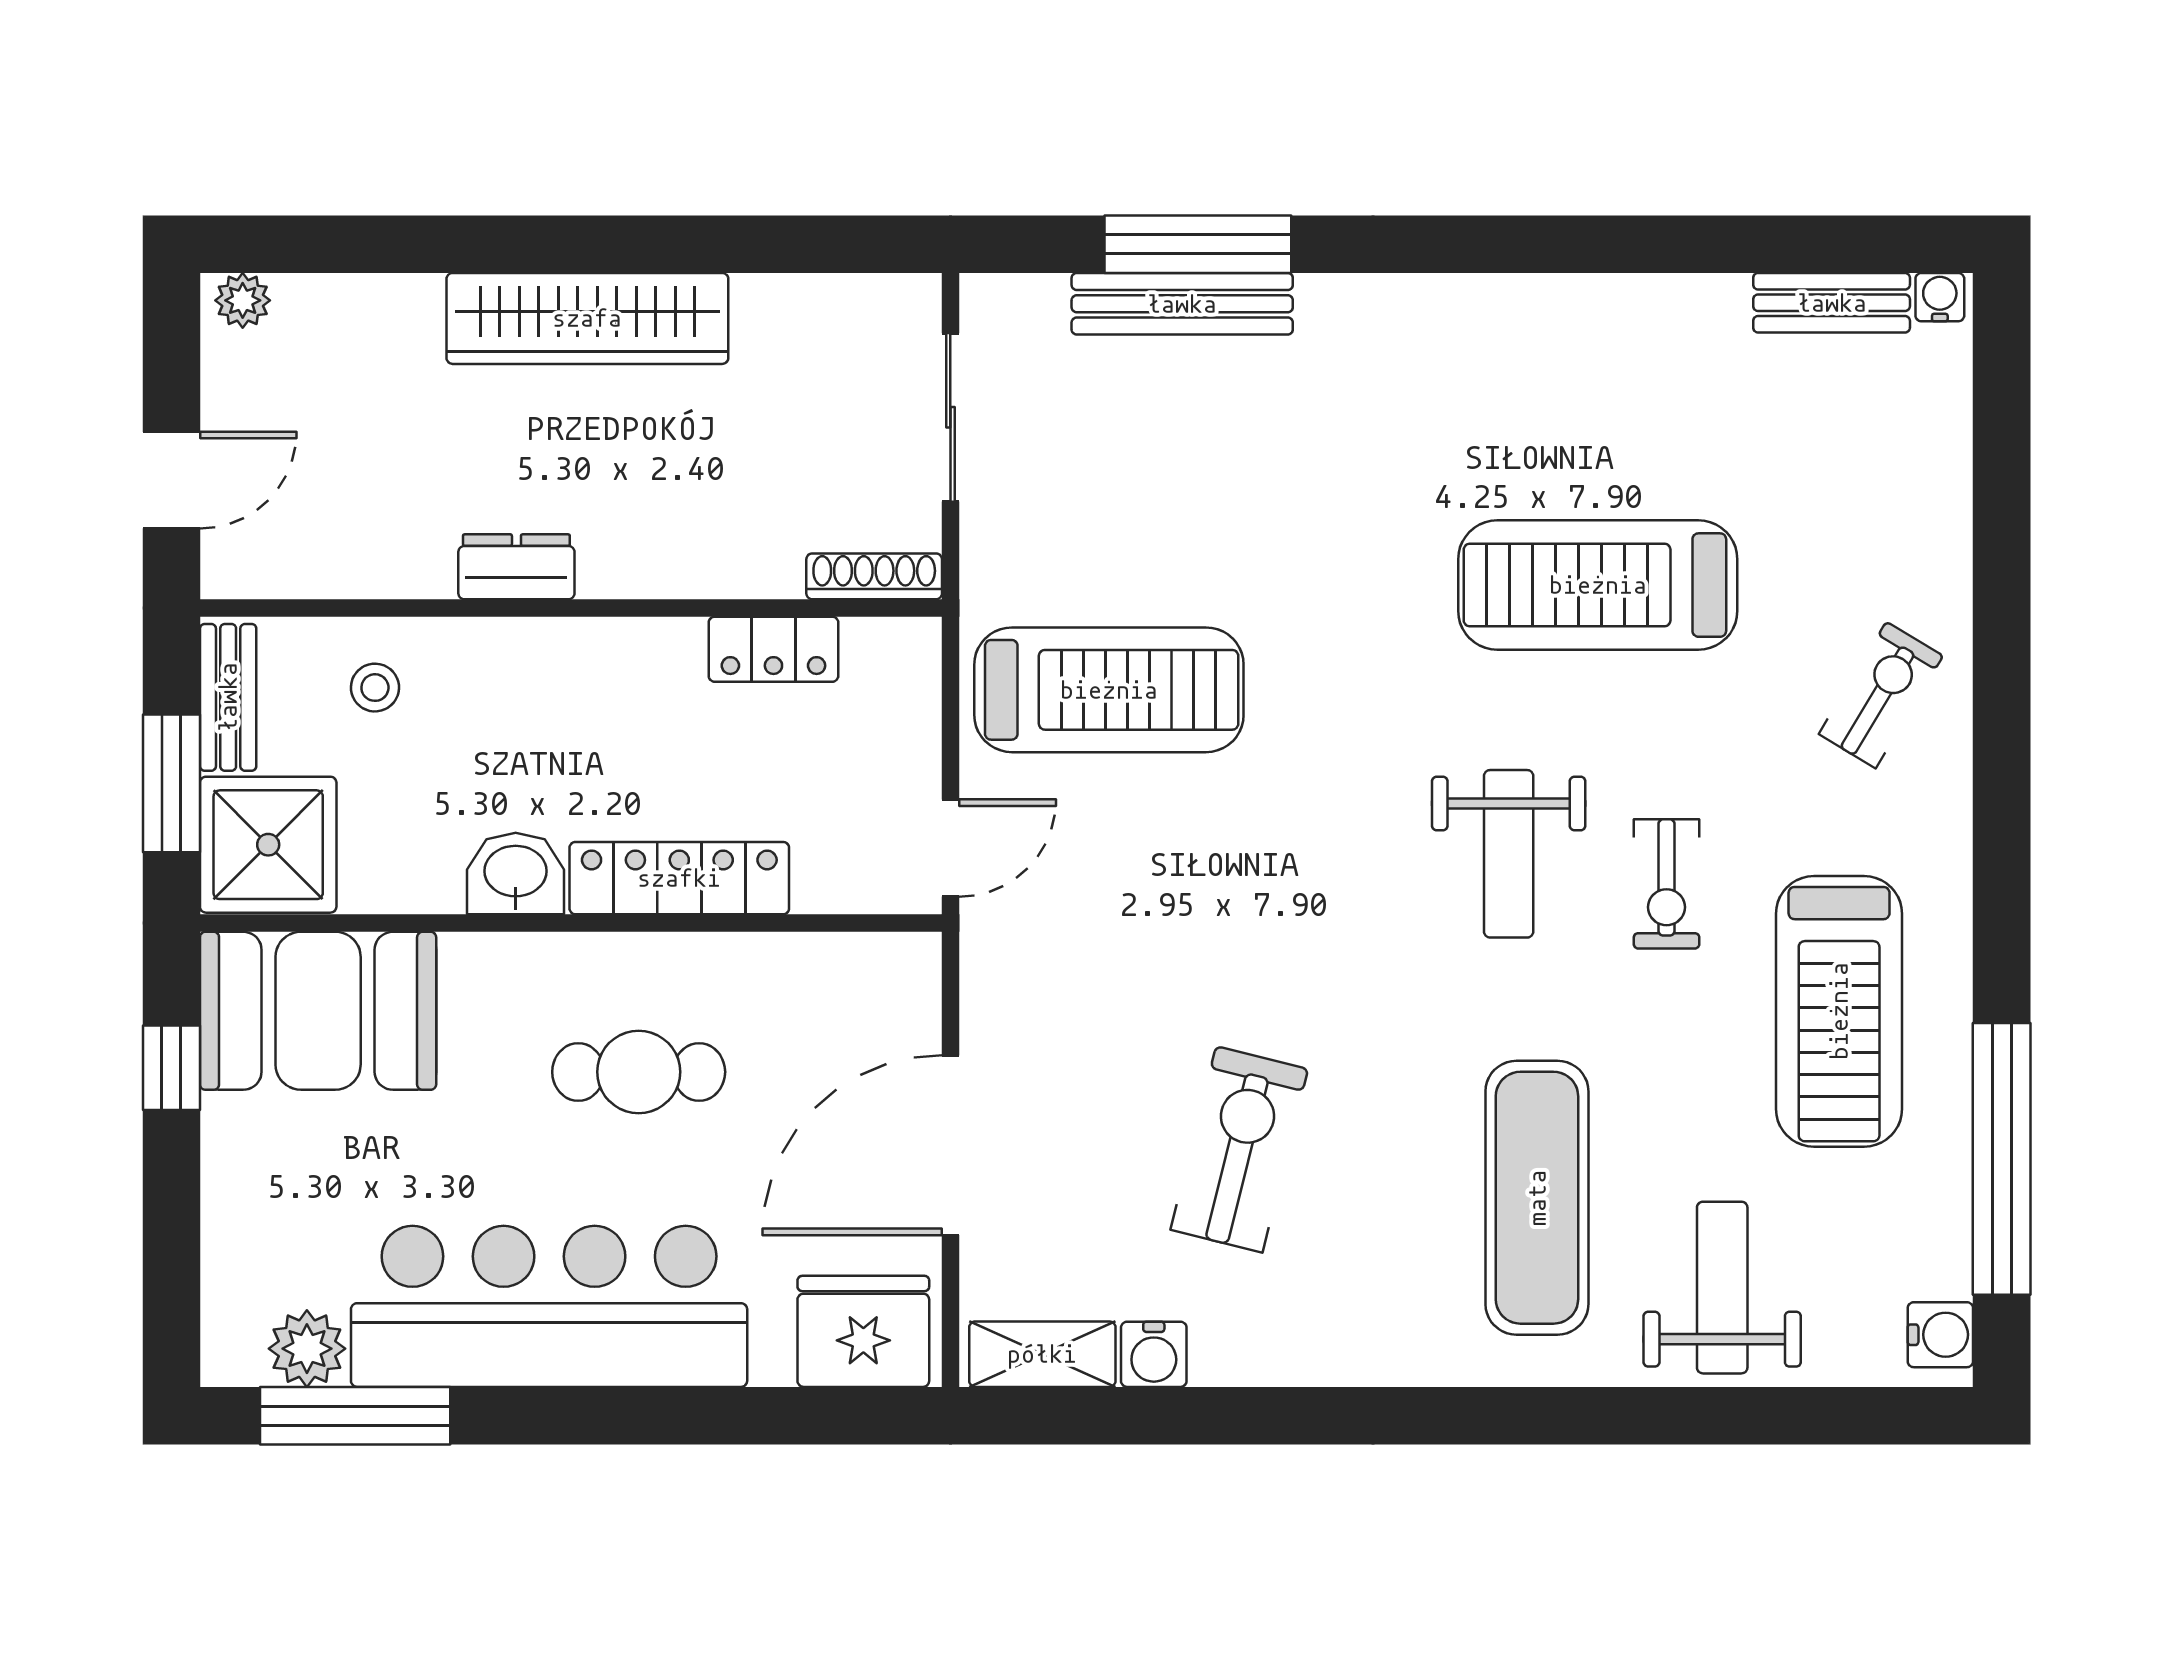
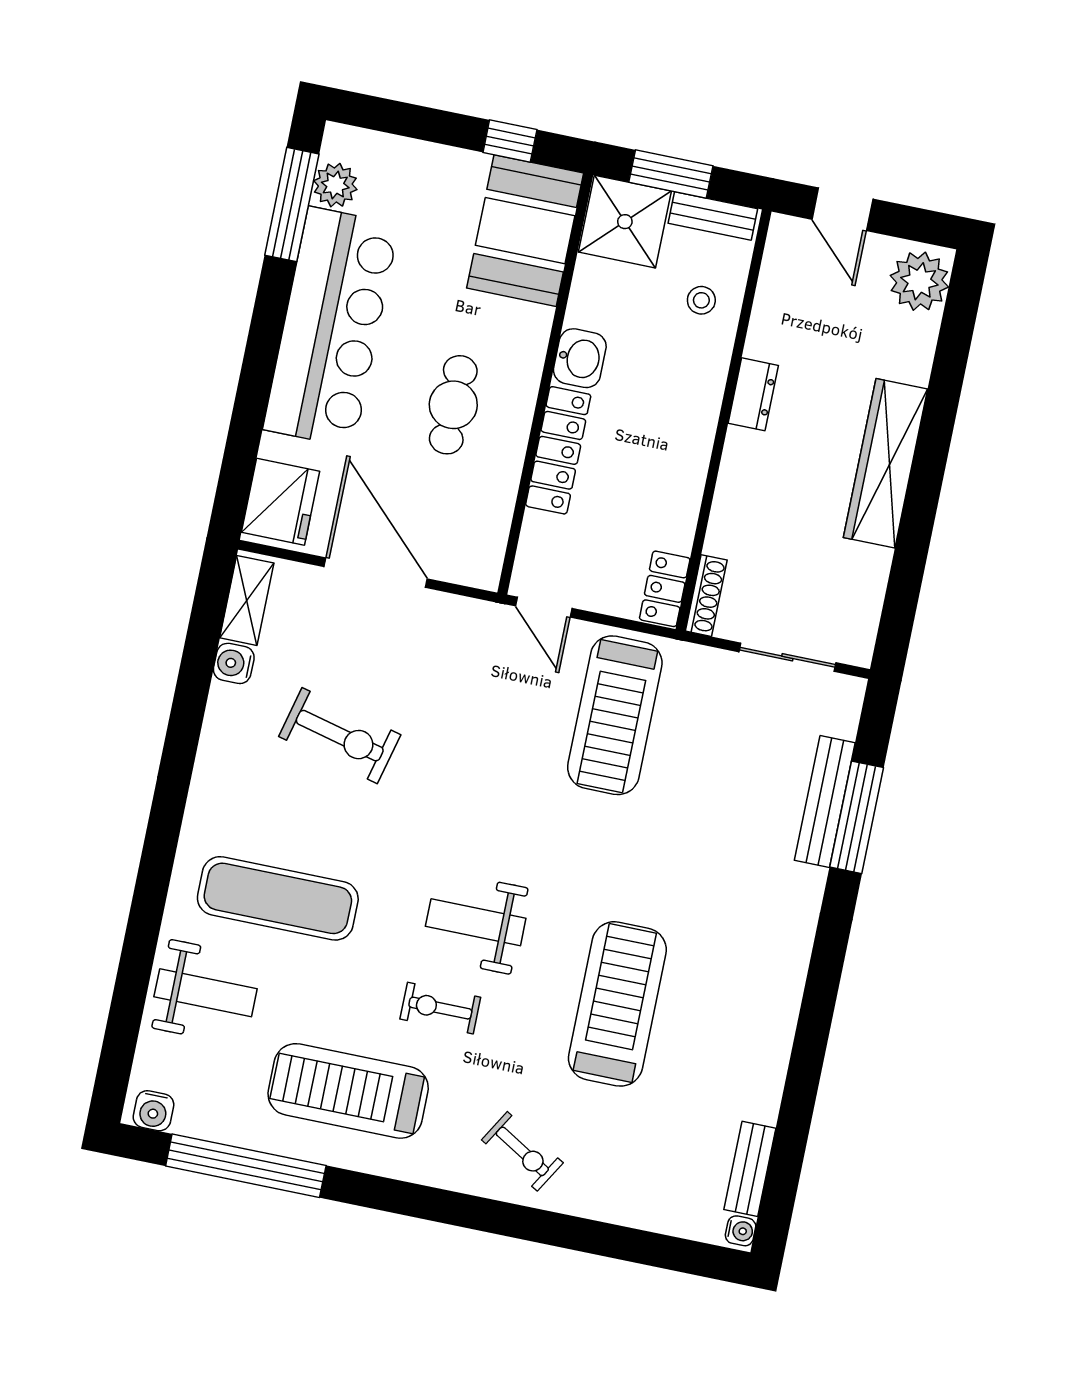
plant: (243, 300) -> (919, 281), width x1.88, depth x1.88
locker: (773, 649) -> (665, 589), moved

